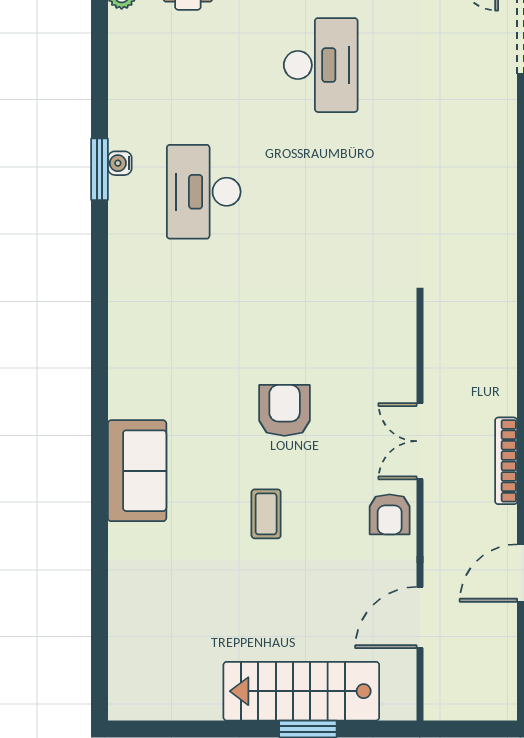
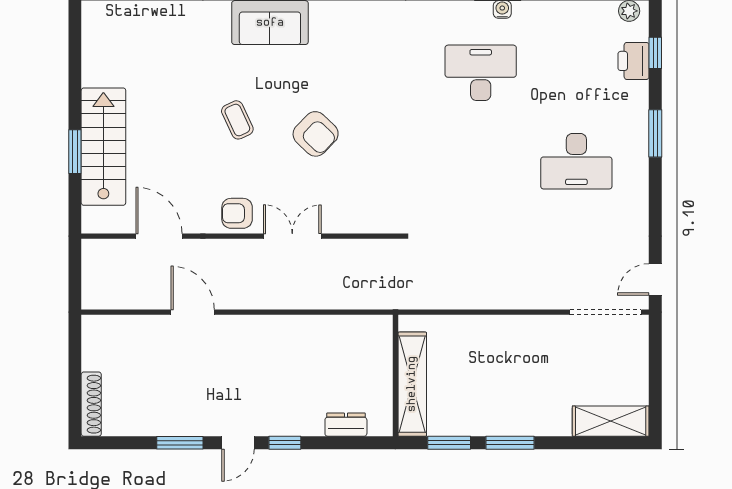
armchair: (285, 410) -> (316, 134), turned 44
bookcase: (506, 461) -> (277, 301), removed
coffee table: (266, 514) -> (237, 120), turned 65

